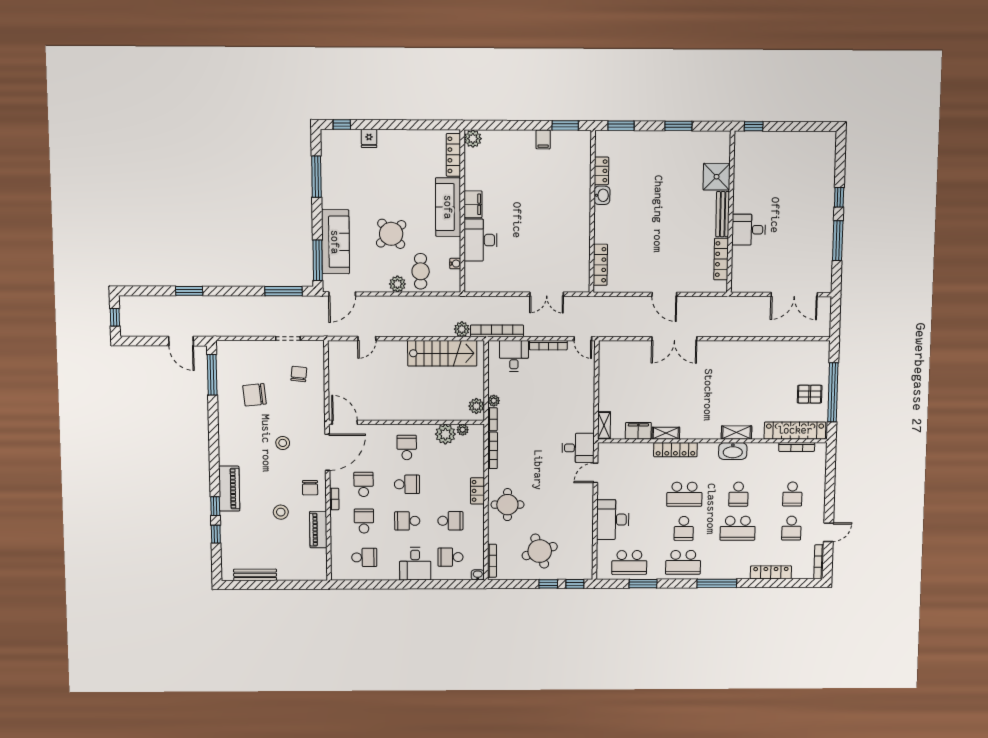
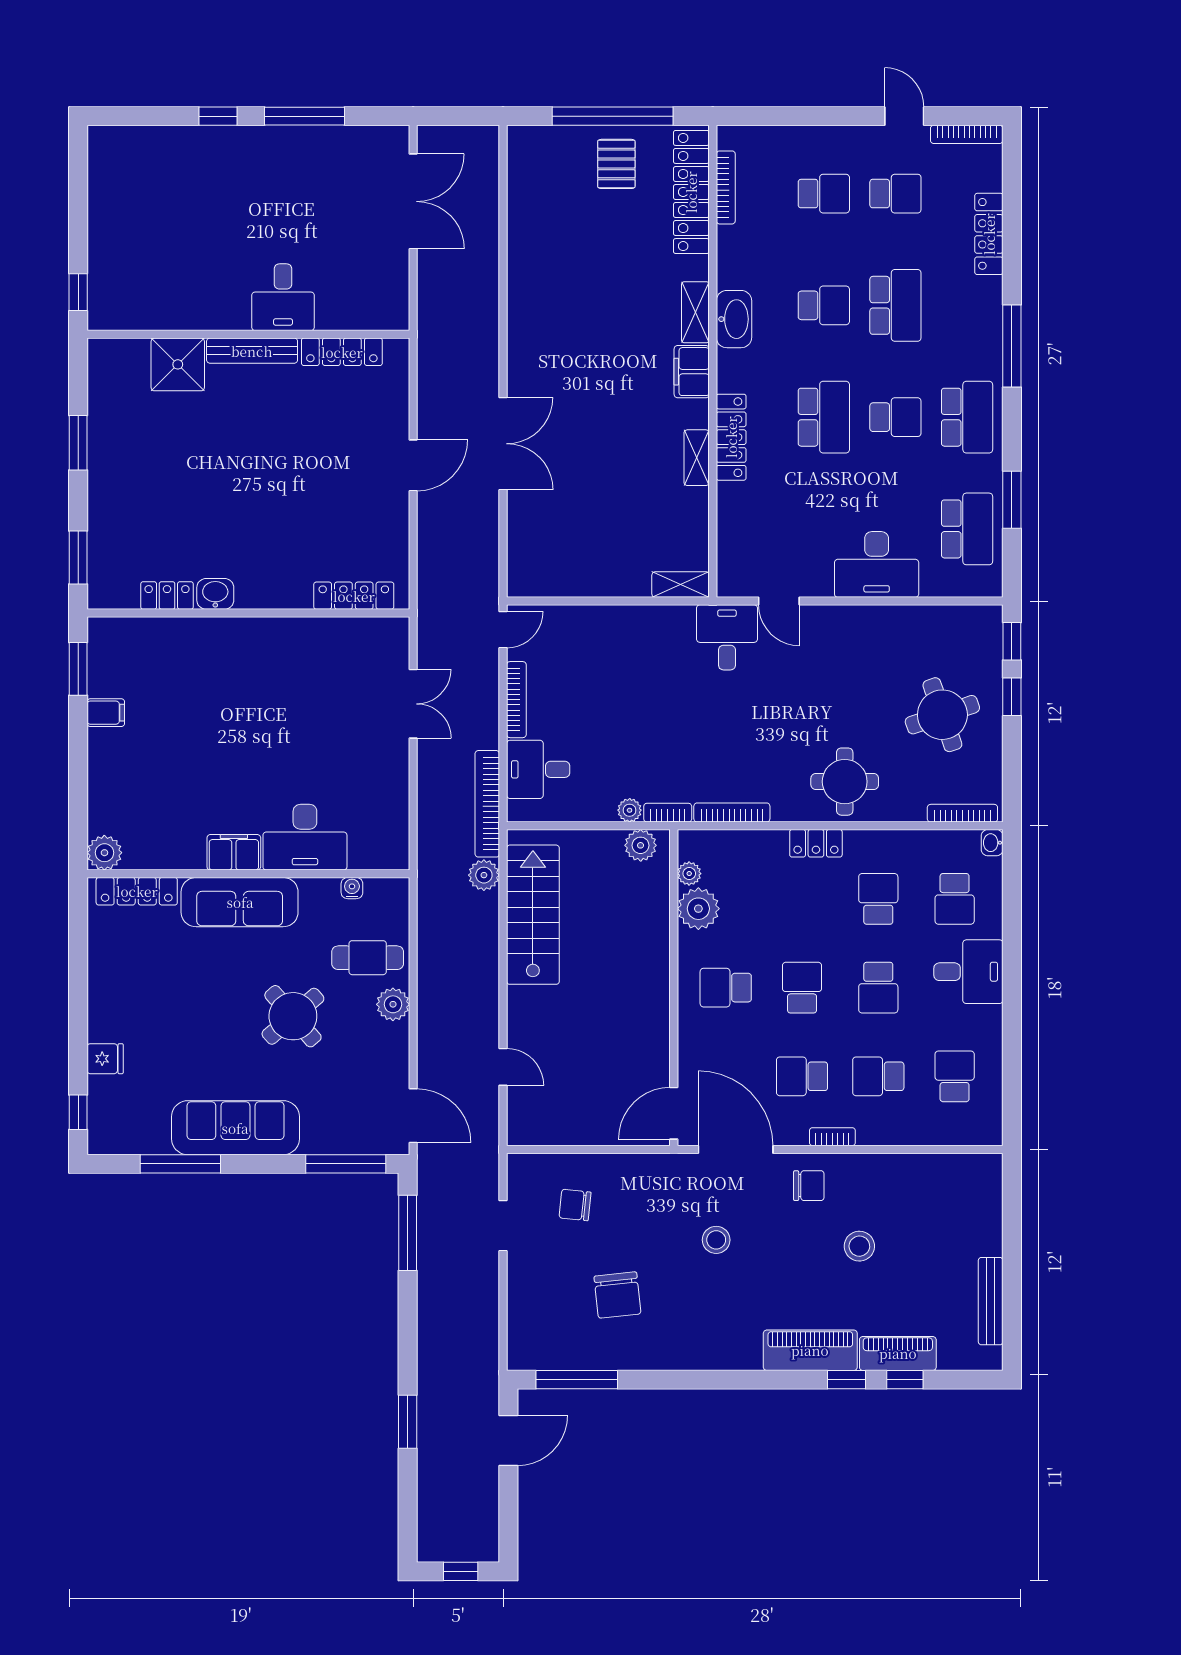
sofa: (335, 242) -> (235, 1128), moved
filing cabinet: (638, 431) -> (692, 372), moved
piano: (318, 530) -> (898, 1353), moved, turned 180

